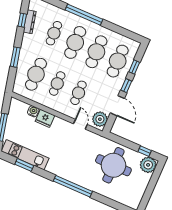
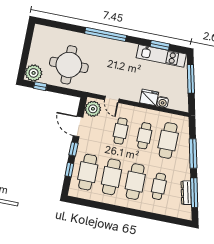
window: (84, 15) -> (132, 212), removed
window: (22, 20) -> (194, 193), width x2.17
window: (15, 57) -> (193, 153), width x1.44

